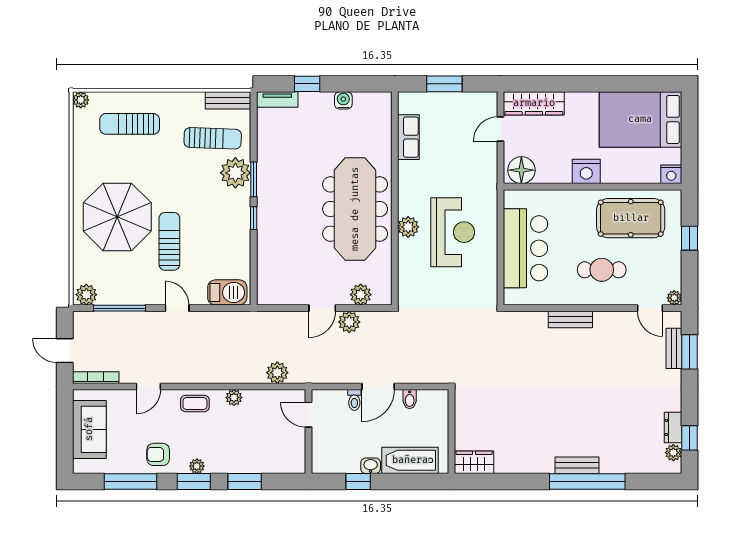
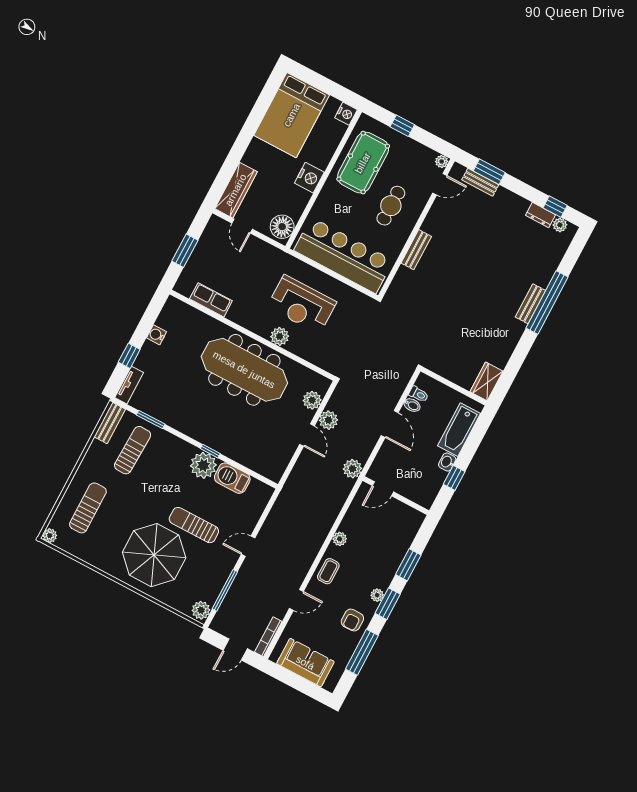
sun lounger: (130, 124) -> (88, 508), turned 180
plant: (235, 173) -> (203, 465), moved
window: (254, 179) -> (151, 420), moved
reception desk: (453, 232) -> (302, 304), turned 180
bar counter: (525, 248) -> (344, 255), width x1.36
barbecue: (227, 292) -> (232, 478), moved, turned -90
plant: (277, 373) -> (352, 469), moved
door: (148, 386) -> (296, 600), hinge flipped
toilet: (354, 400) -> (419, 394), moved

